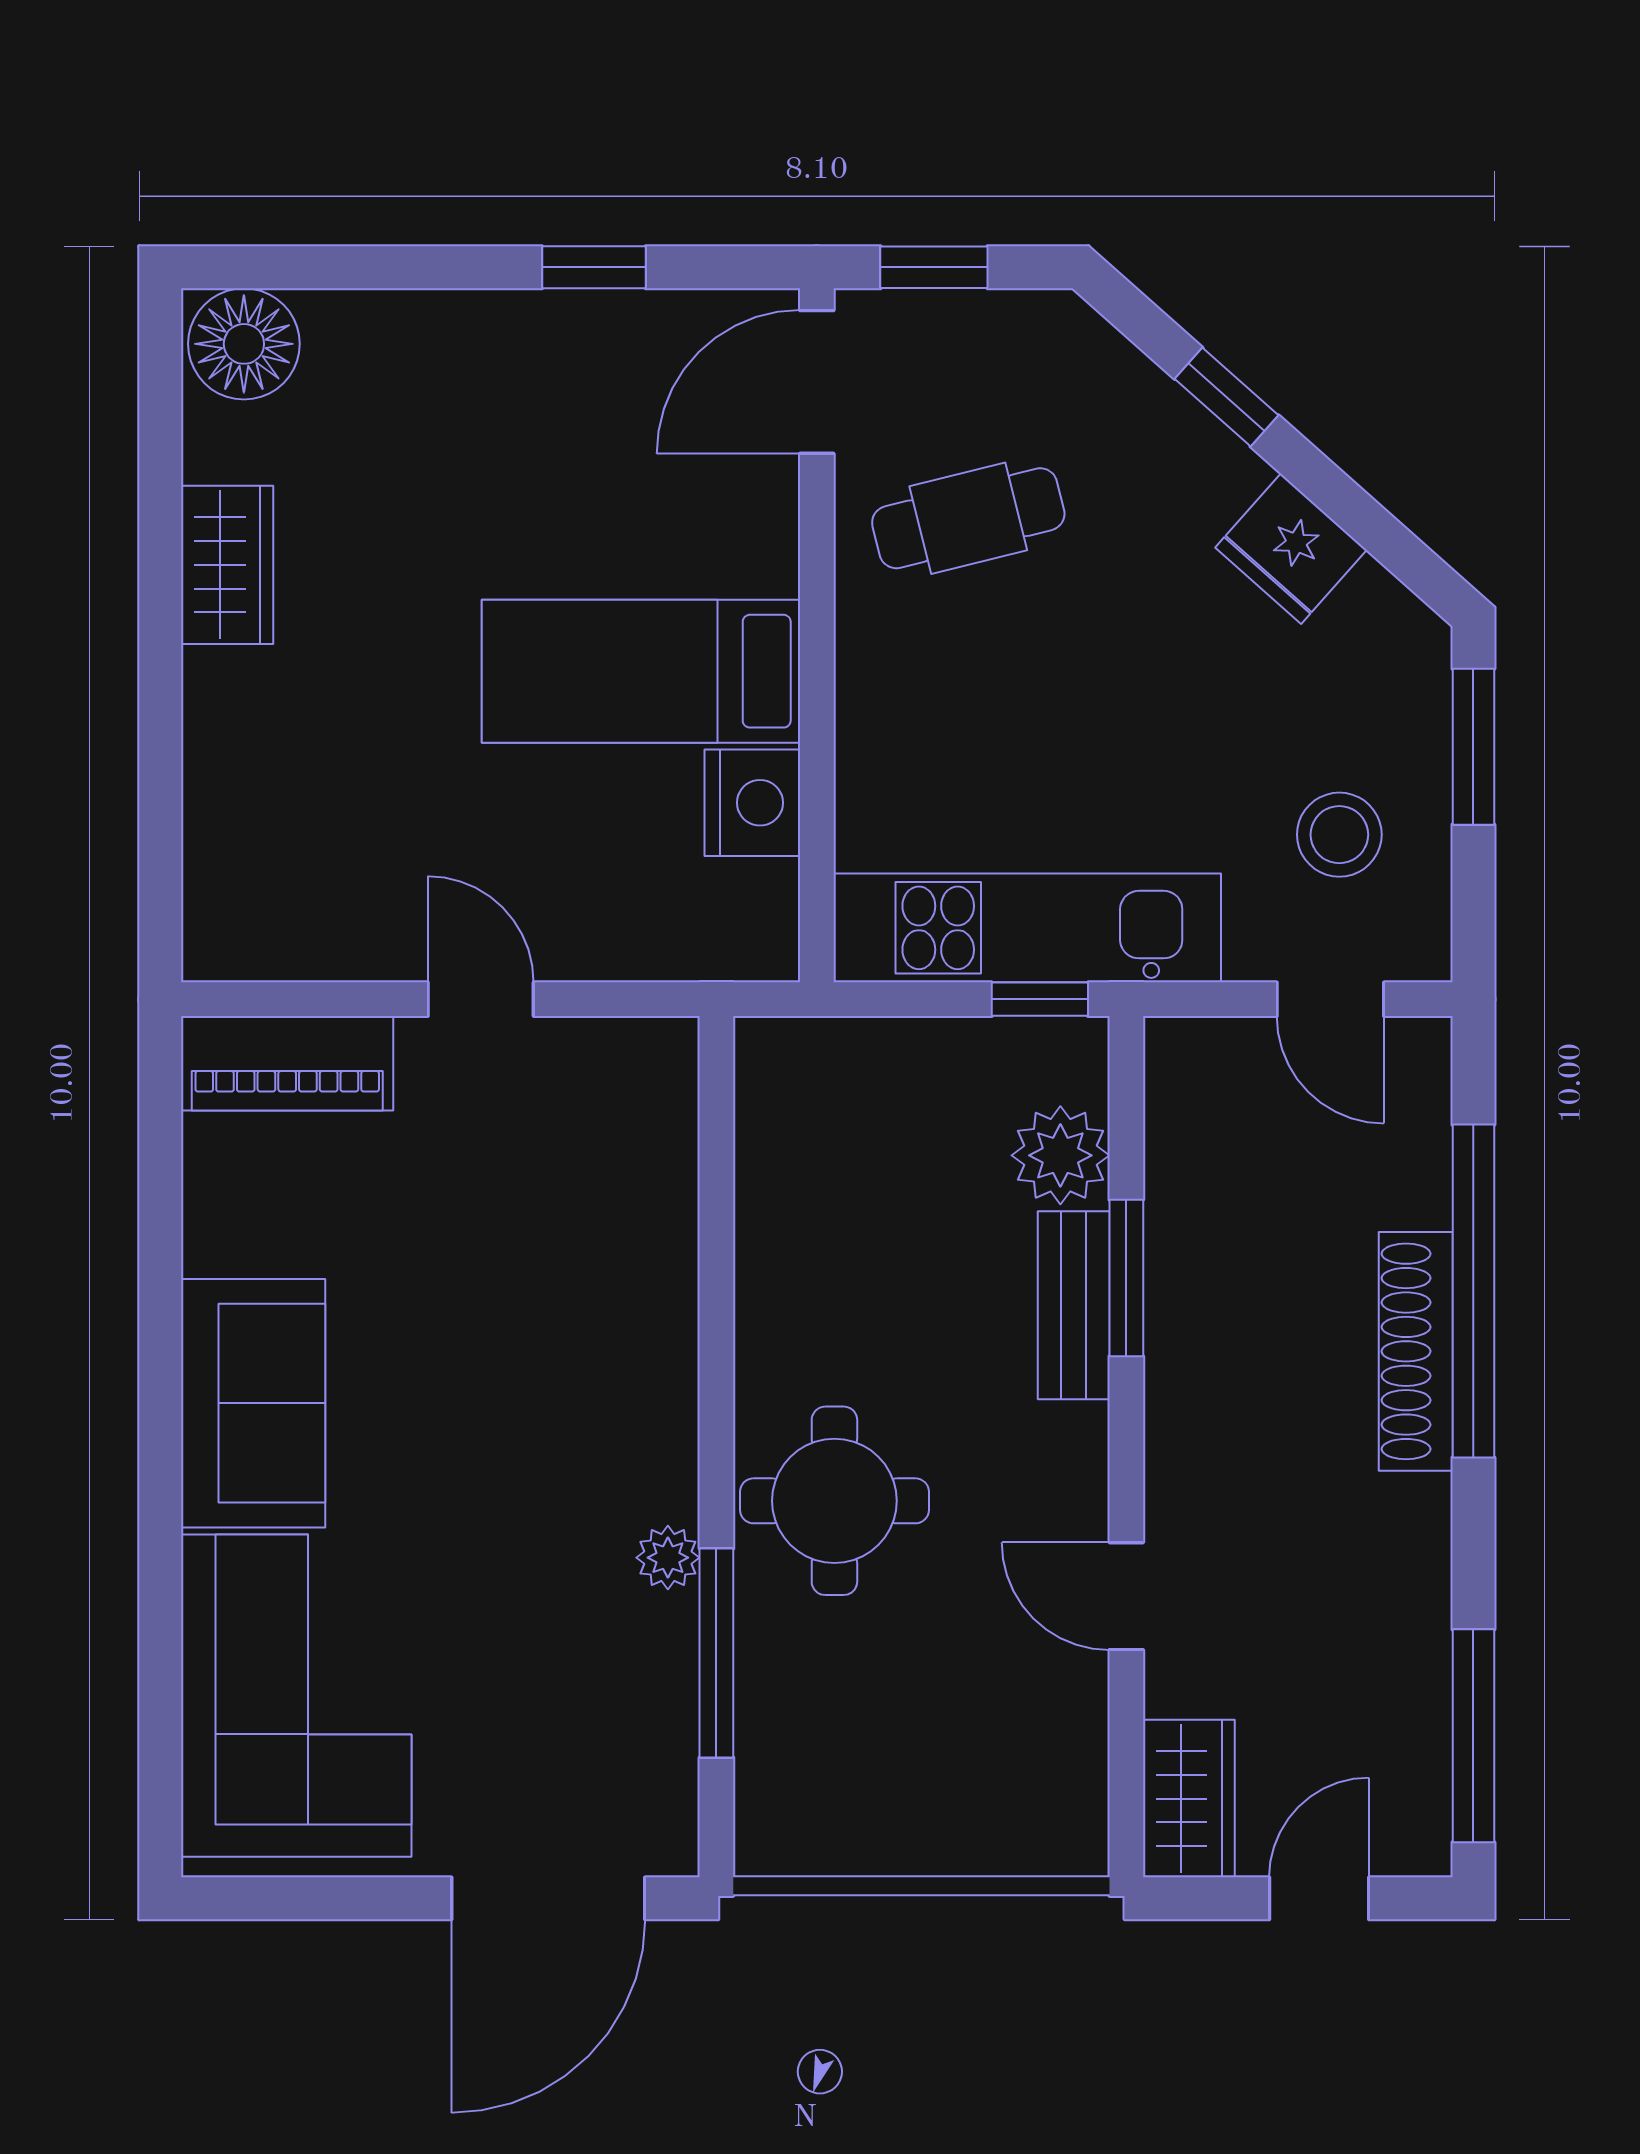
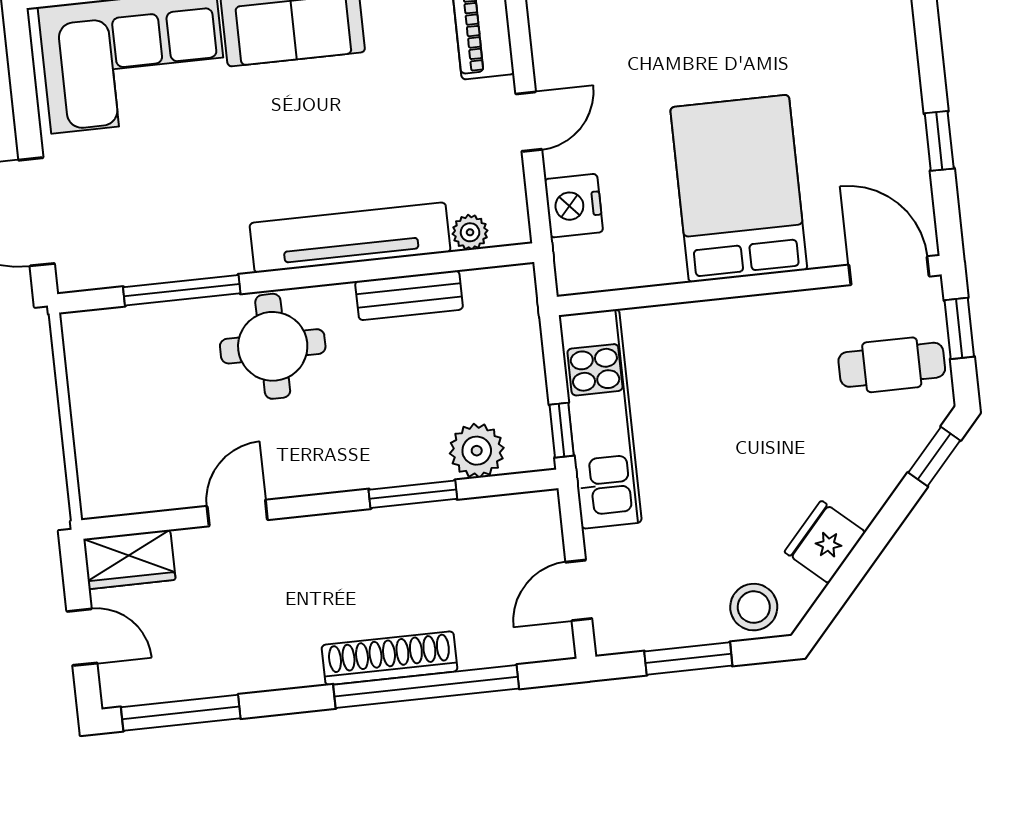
window: (1226, 397) -> (934, 456), moved
cafe table: (968, 518) -> (892, 365), moved, turned -76
bed: (641, 671) -> (739, 189), width x1.50
window: (1473, 747) -> (688, 659), moved
nightstand: (752, 803) -> (574, 206), moved, turned 90
stool: (1339, 835) -> (754, 607), moved
bench: (1074, 1305) -> (409, 295), moved
tv unit: (654, 1342) -> (350, 238), added
plant: (668, 1558) -> (470, 232), moved

